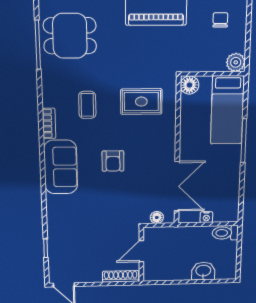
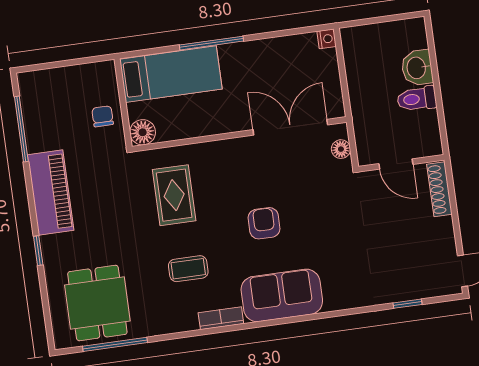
chair: (220, 20) -> (103, 116), moved, turned 90
plant: (236, 62) -> (103, 74), removed
armchair: (113, 161) -> (264, 223), turned -90
nightstand: (206, 217) -> (327, 39), moved
toilet: (225, 233) -> (417, 99), moved, turned 90

